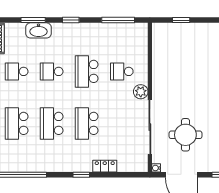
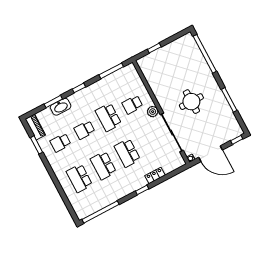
round table: (185, 135) -> (191, 102), moved

